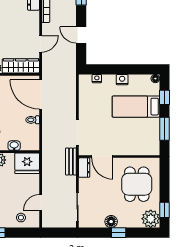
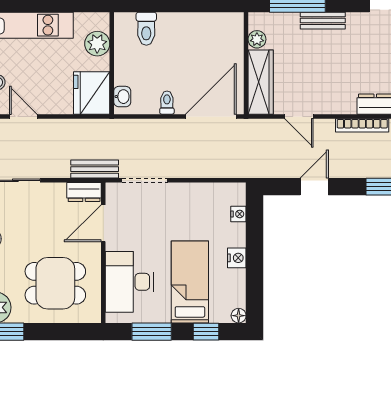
desk: (136, 141) -> (129, 282), added
washbasin: (14, 146) -> (122, 97), moved

